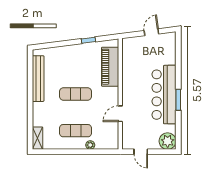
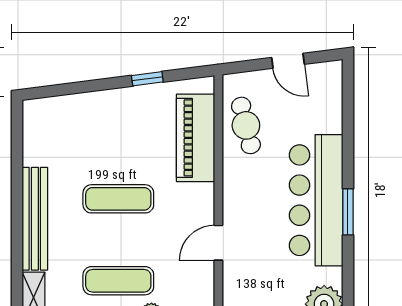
door: (151, 32) -> (288, 61), swing flipped
cafe table: (133, 61) -> (246, 125), added
bench: (38, 79) -> (35, 219), moved

